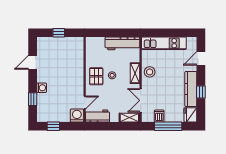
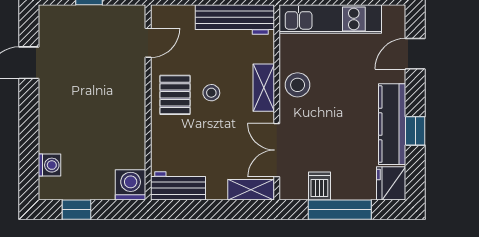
washing machine: (42, 88) -> (50, 165), moved
window: (33, 99) -> (29, 147), removed
door: (85, 102) -> (148, 43), moved

